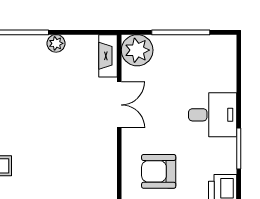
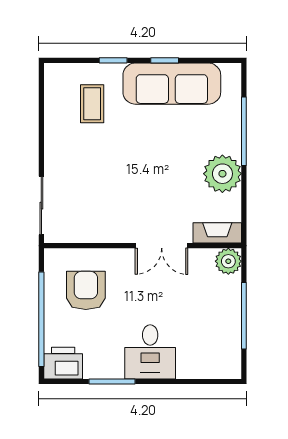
plant: (56, 43) -> (222, 174), width x1.88, depth x1.88
plant: (137, 50) -> (228, 261), width x0.73, depth x0.73

